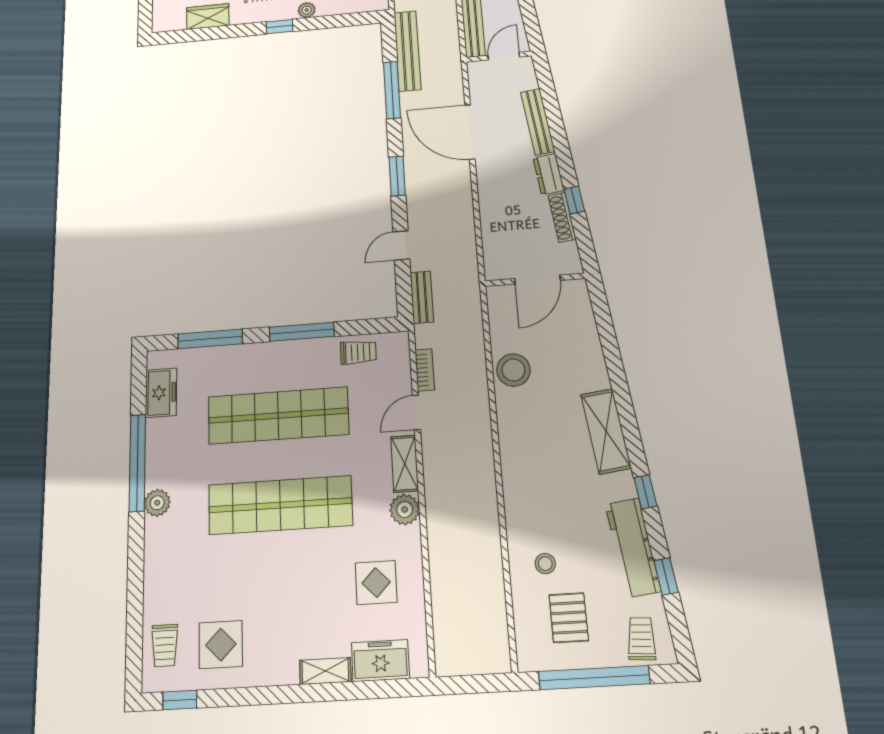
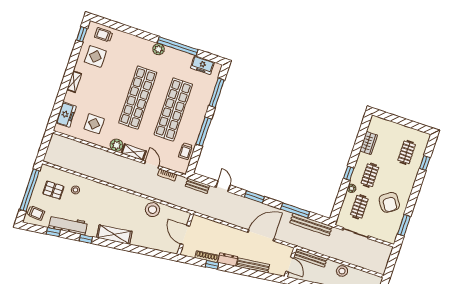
shelving: (325, 671) -> (74, 82), moved

